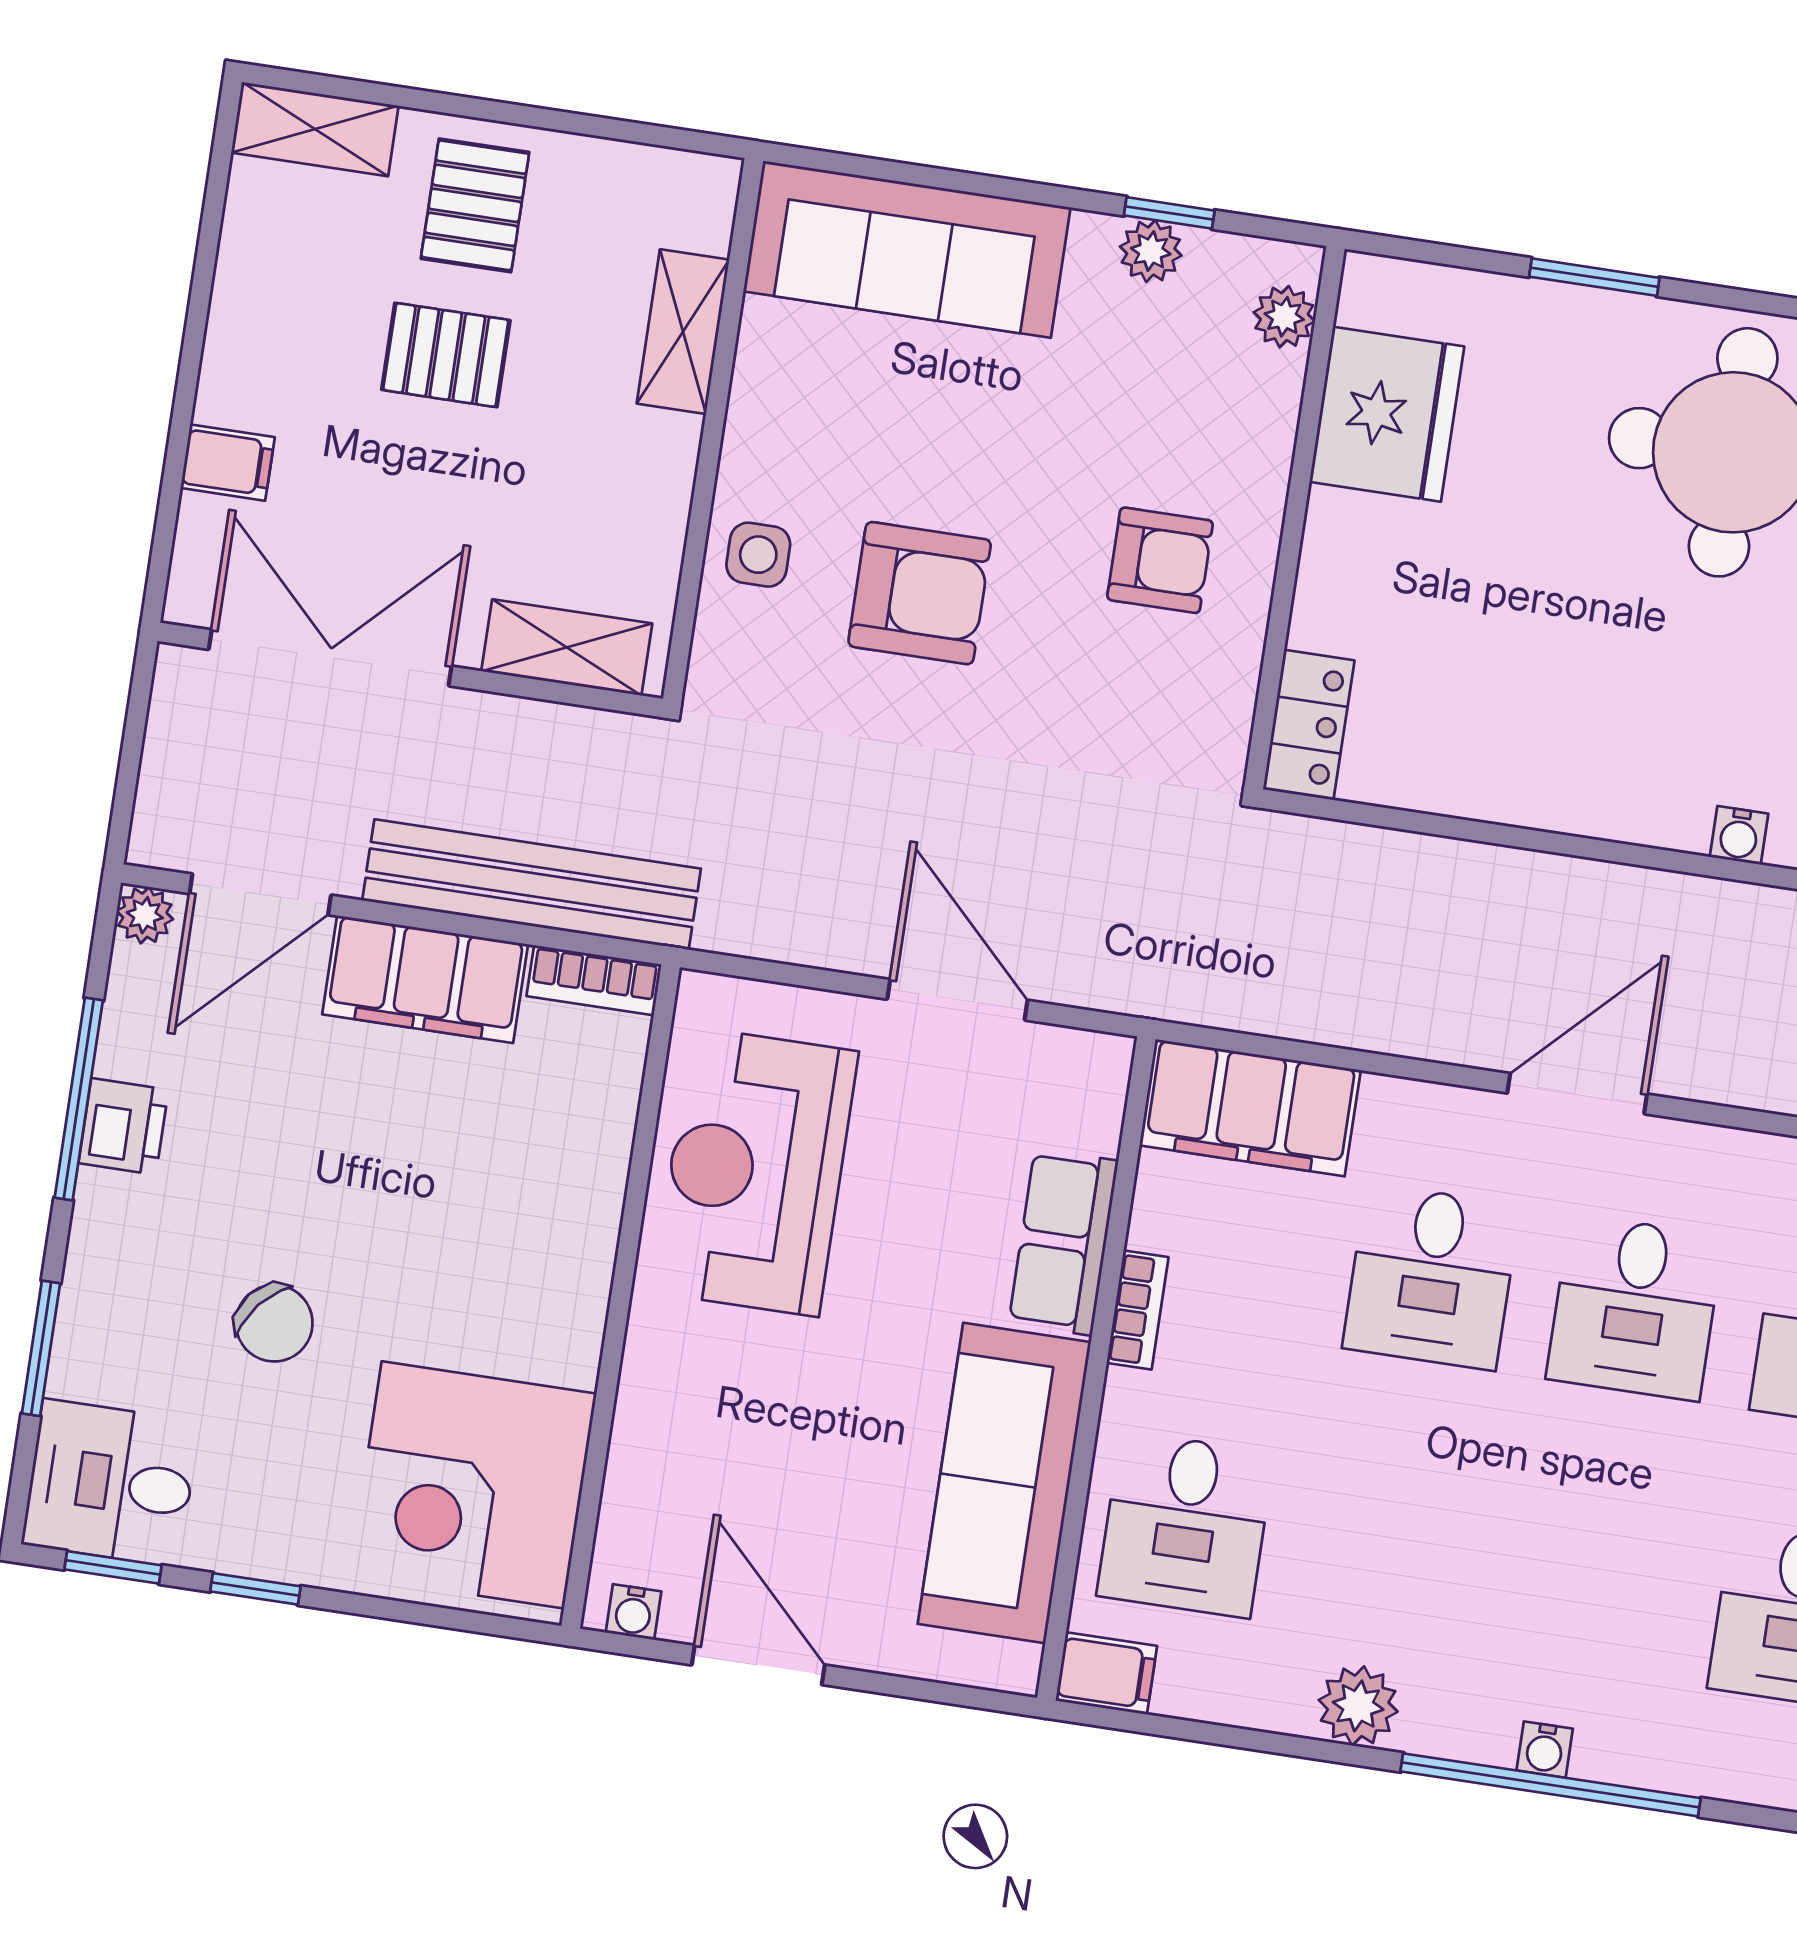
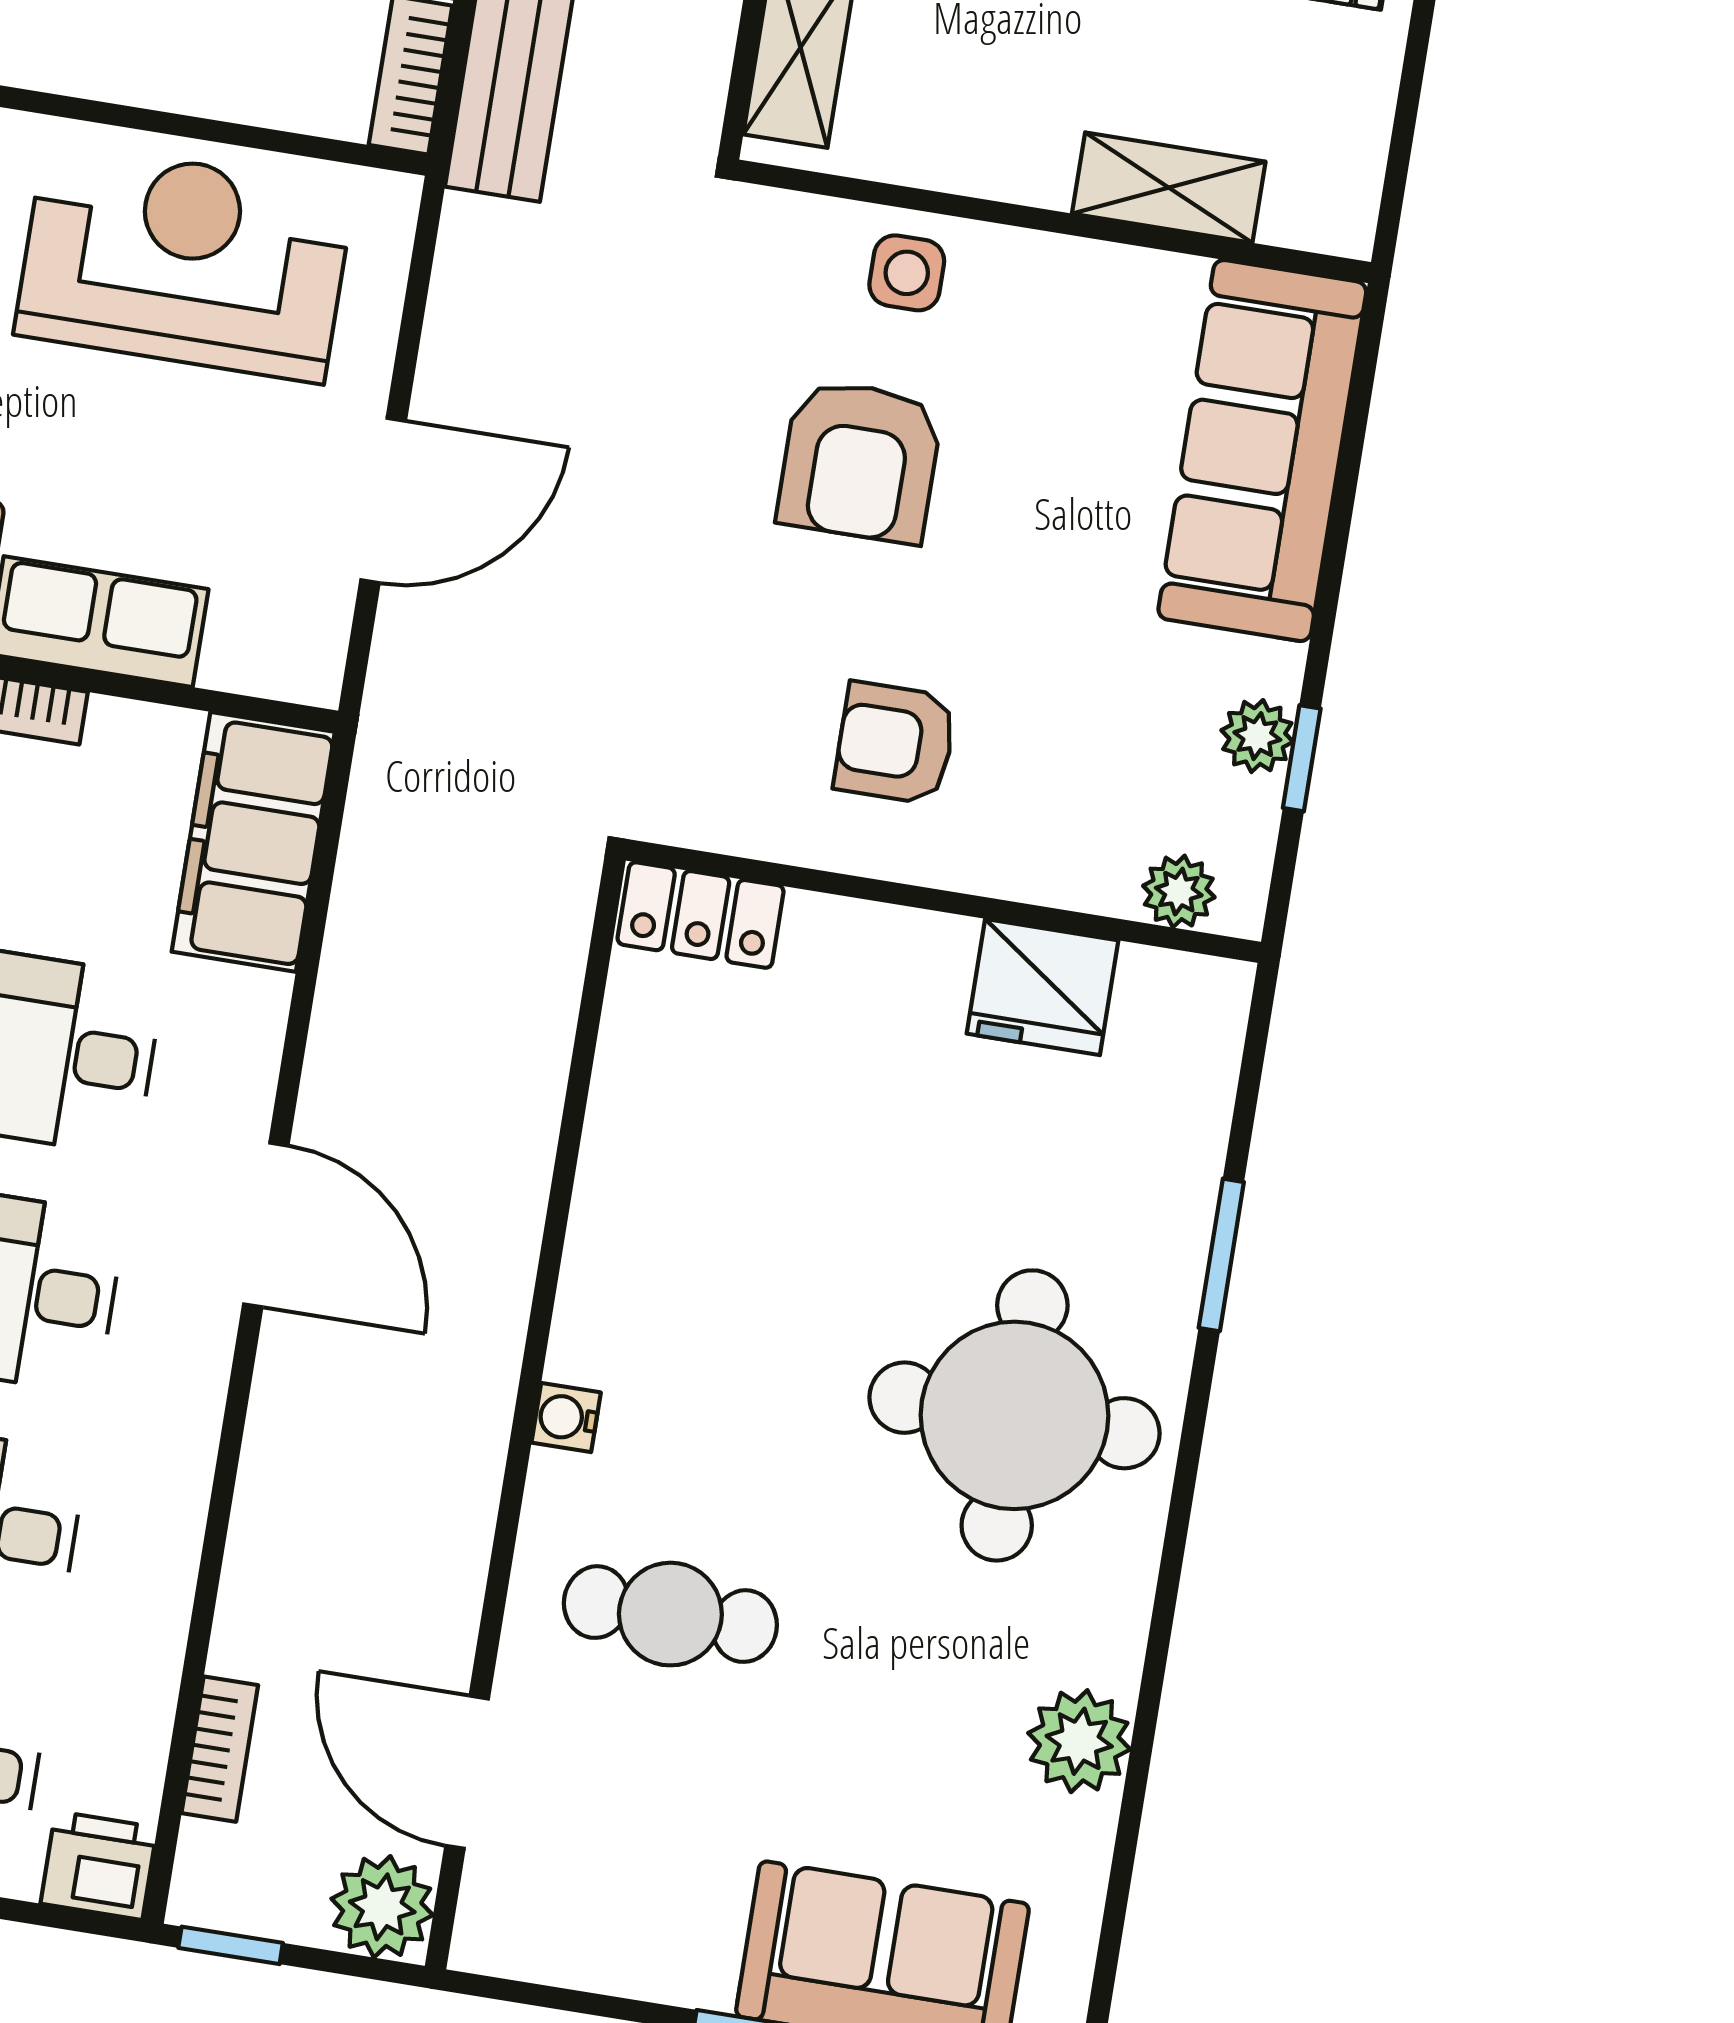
fridge: (1387, 414) -> (1043, 987), width x0.73, depth x0.75
armchair: (1160, 560) -> (895, 743), turned 90

